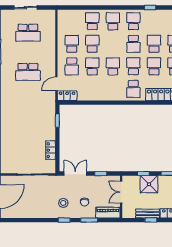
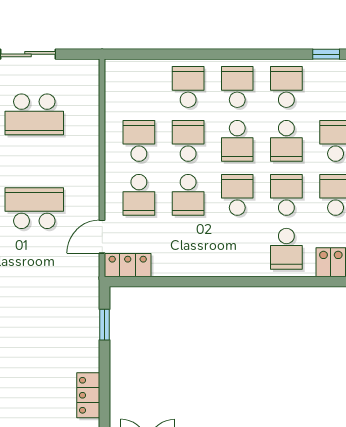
school desk: (113, 44) -> (237, 141), added
school desk: (92, 66) -> (188, 195), turned 180
school desk: (28, 72) -> (34, 208), turned 180

